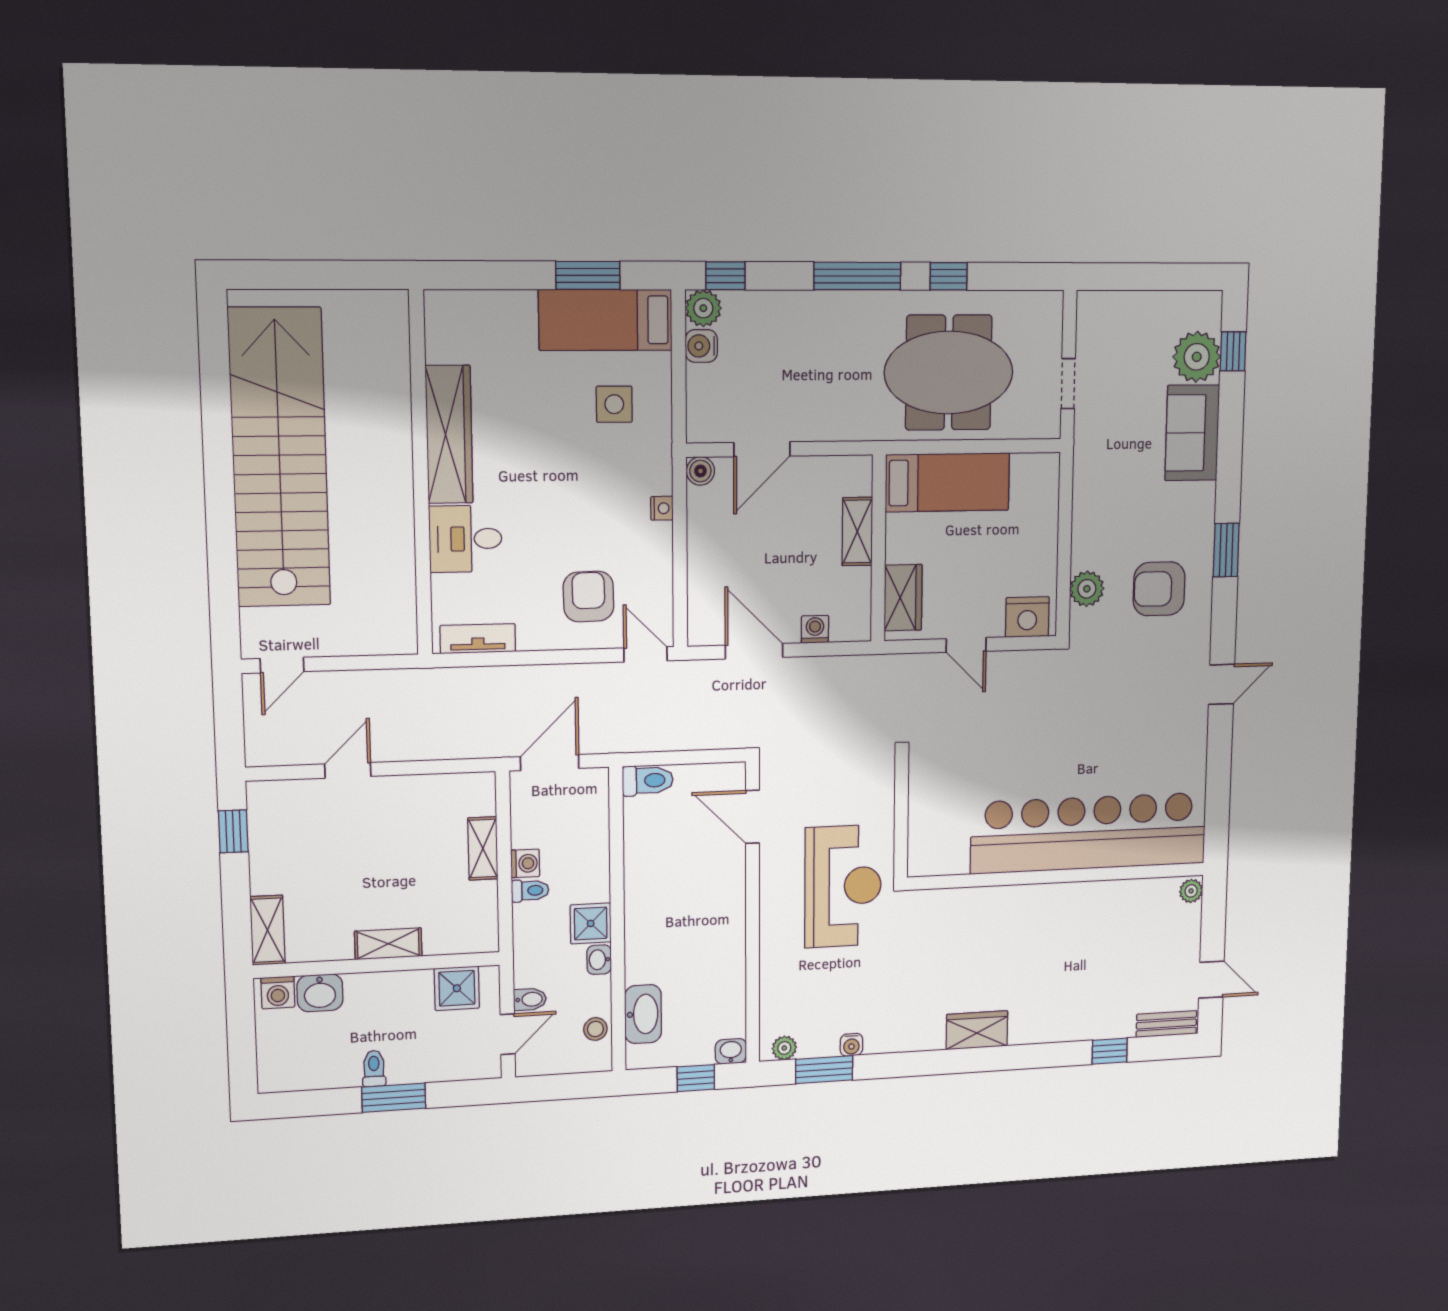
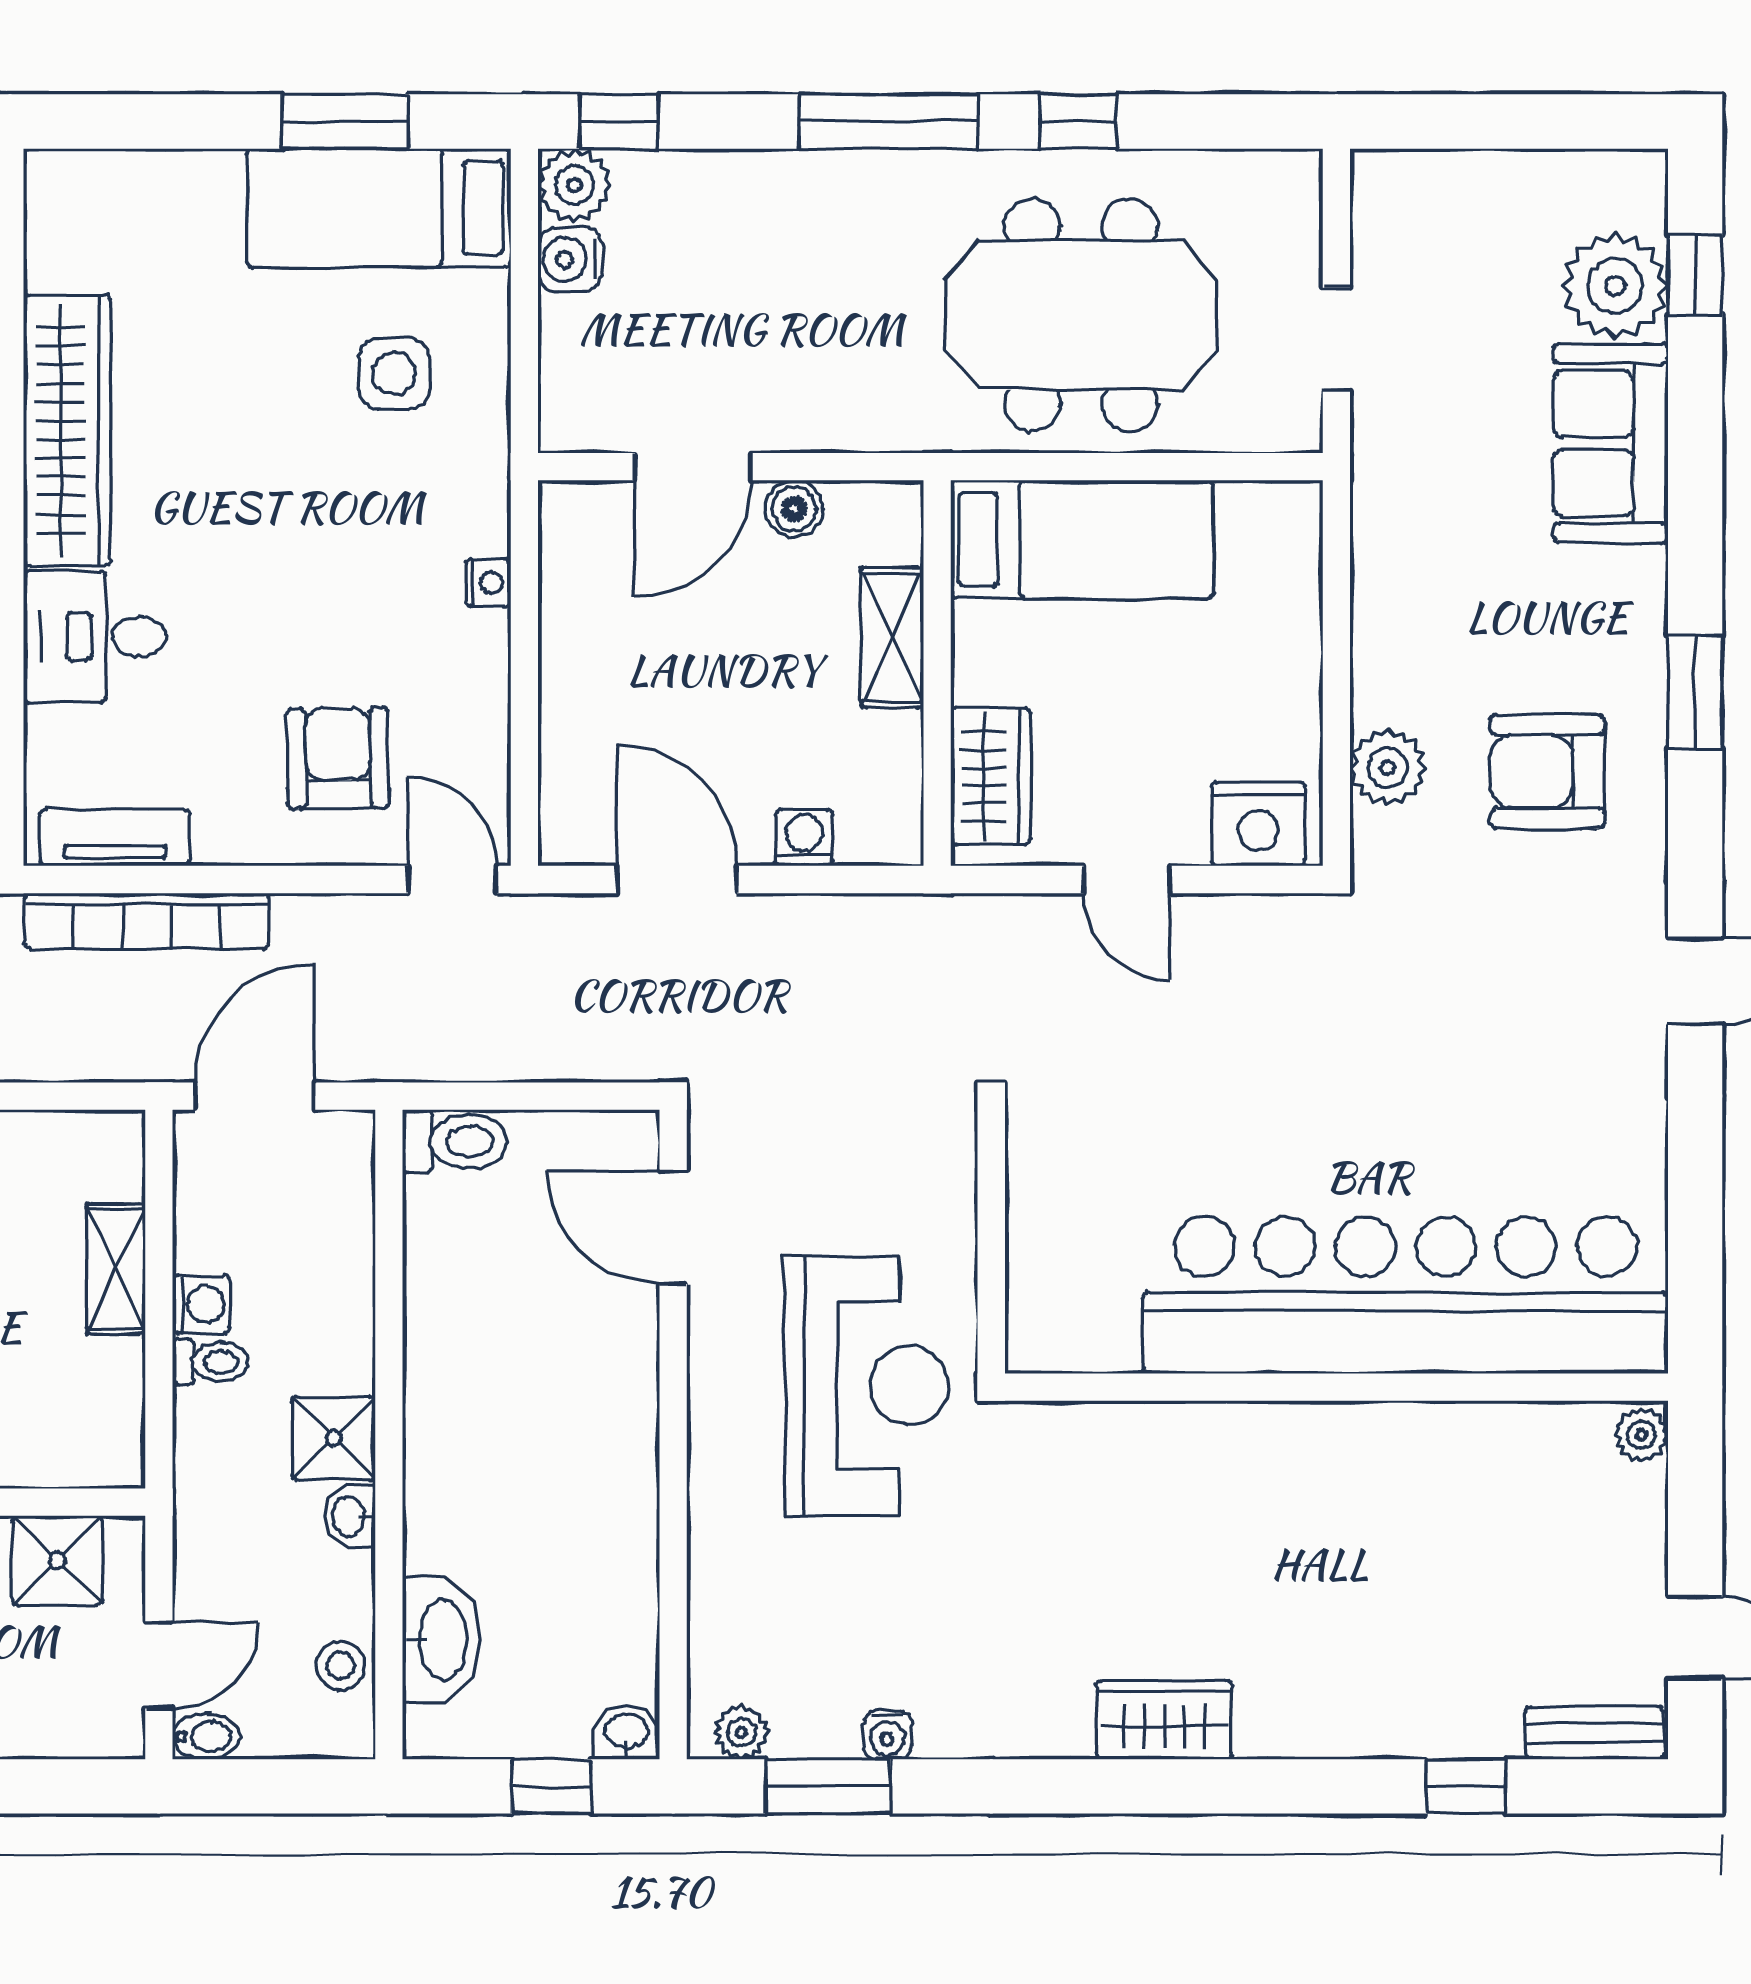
boiler: (700, 471) -> (794, 509), moved
bookcase: (495, 679) -> (147, 921), added
bidet: (530, 999) -> (206, 1737), moved

